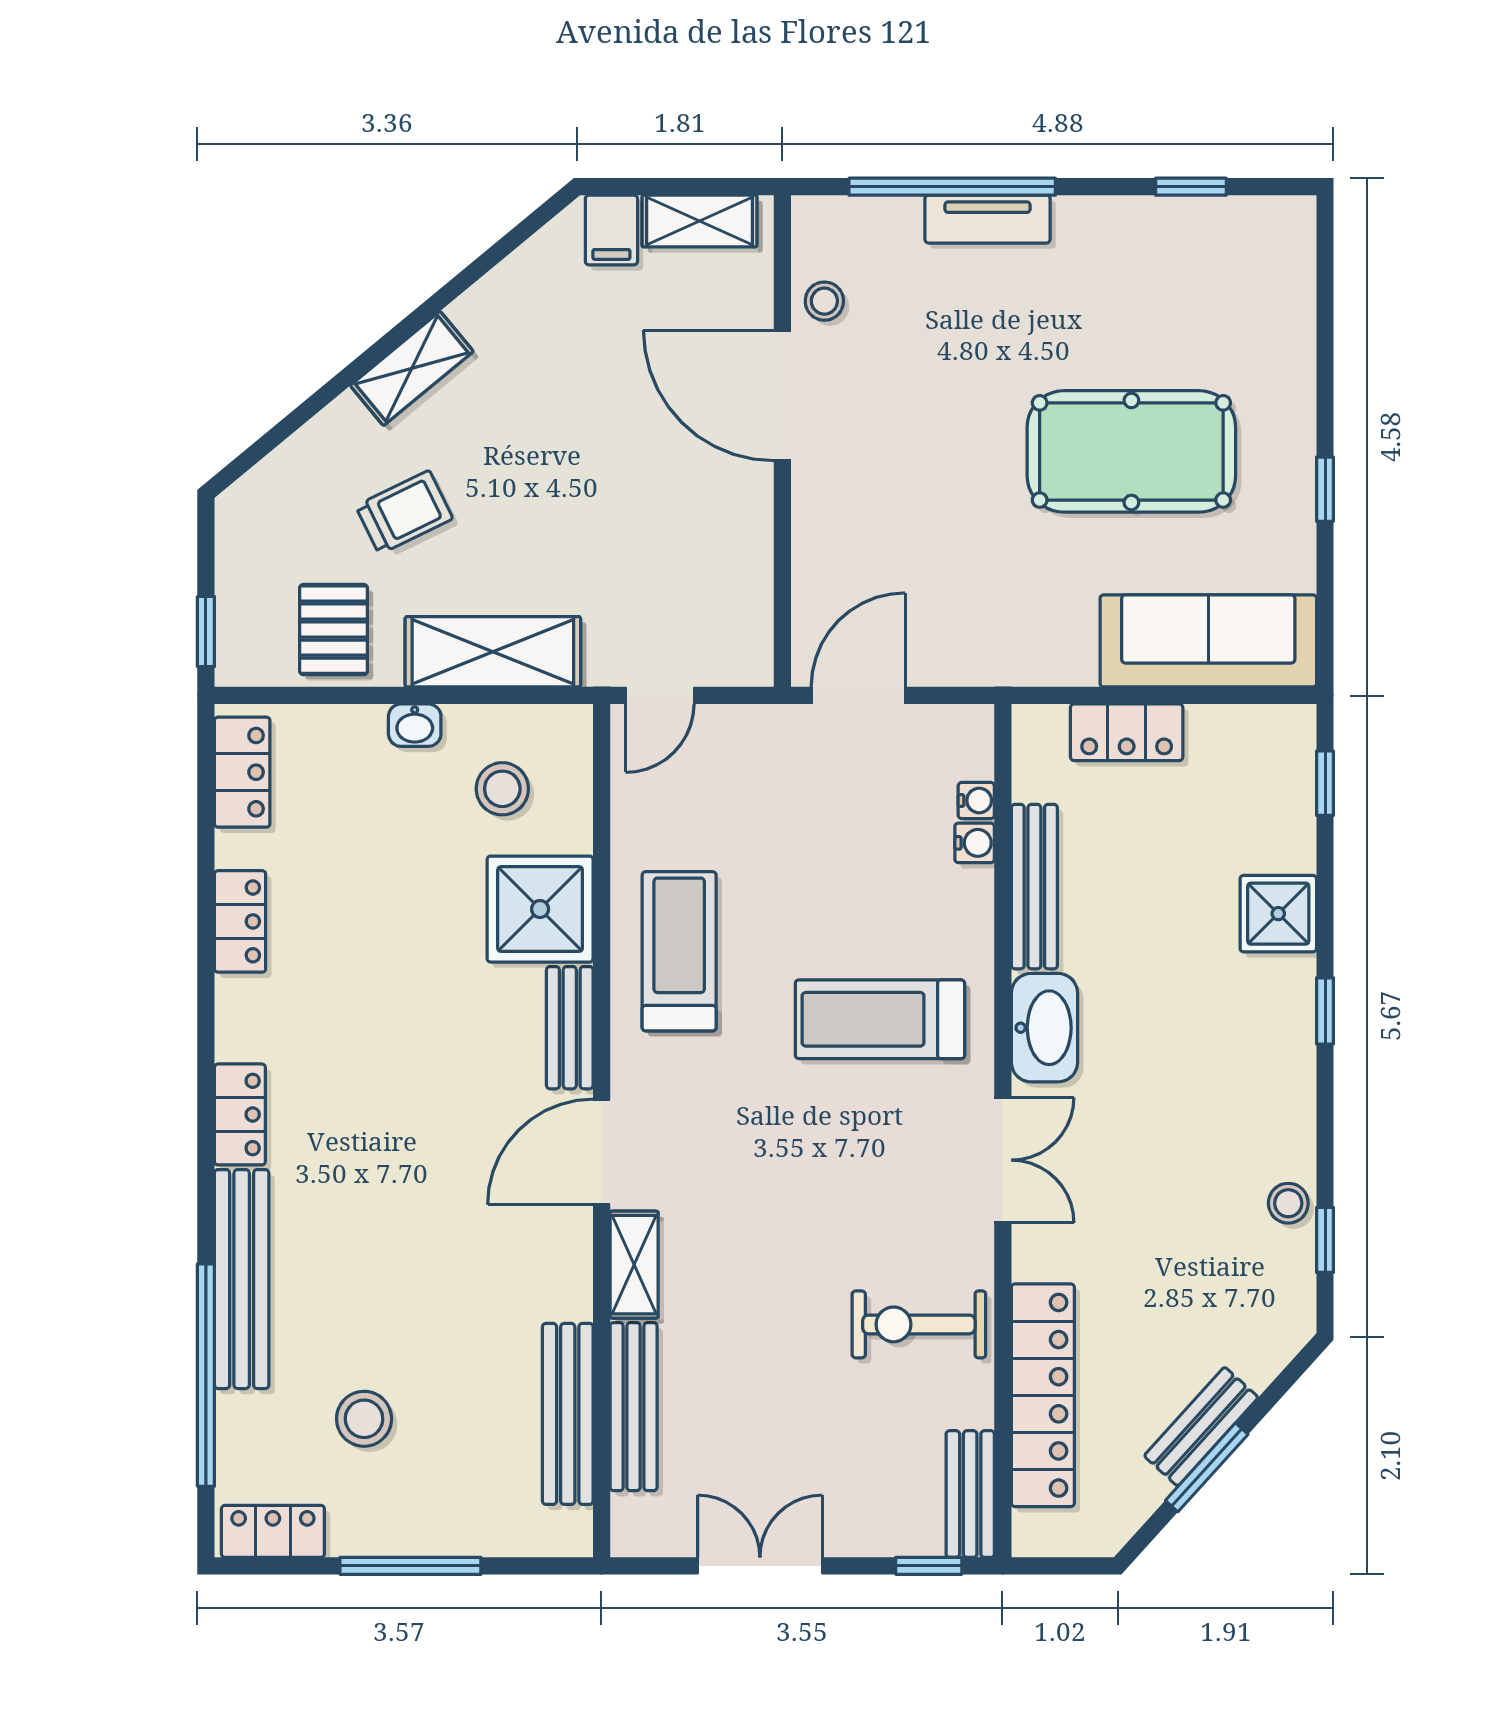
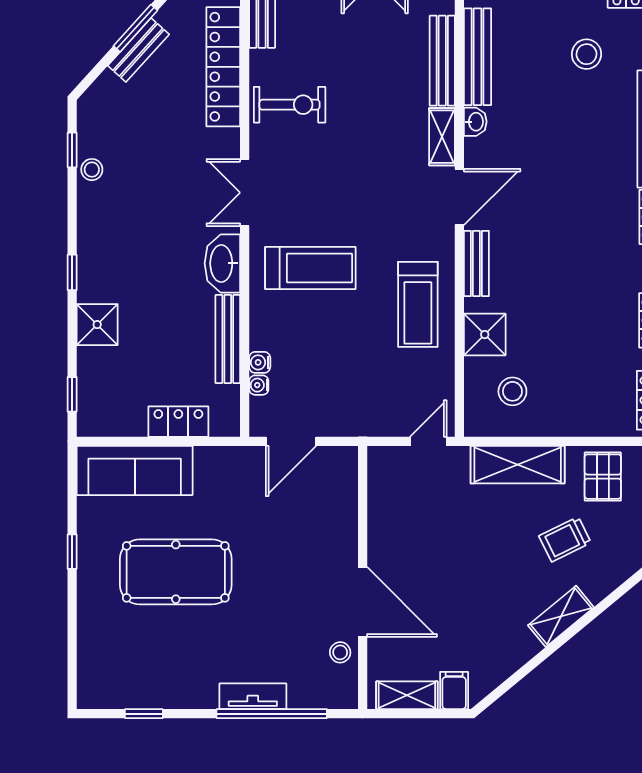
door: (858, 695) -> (291, 441), moved
washbasin: (415, 725) -> (475, 122), moved, turned 90
shower: (540, 909) -> (485, 335), width x0.73, depth x0.73

